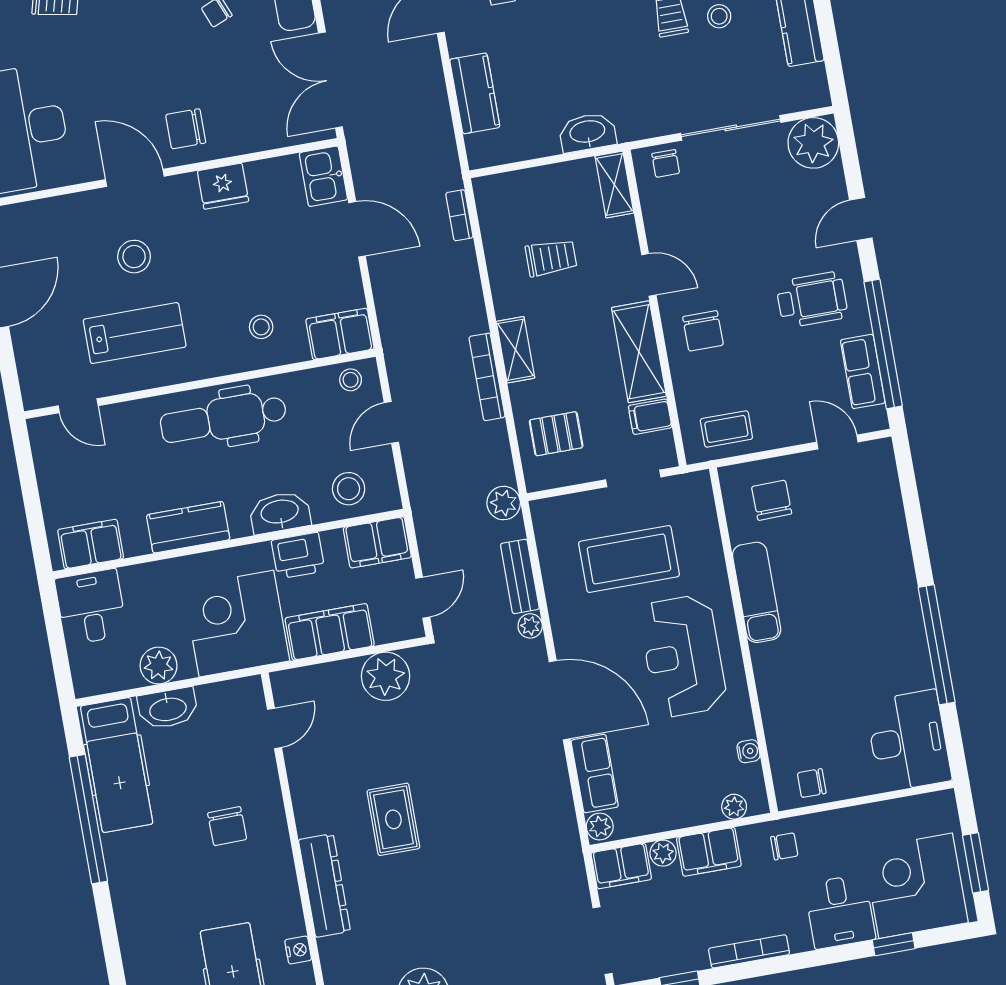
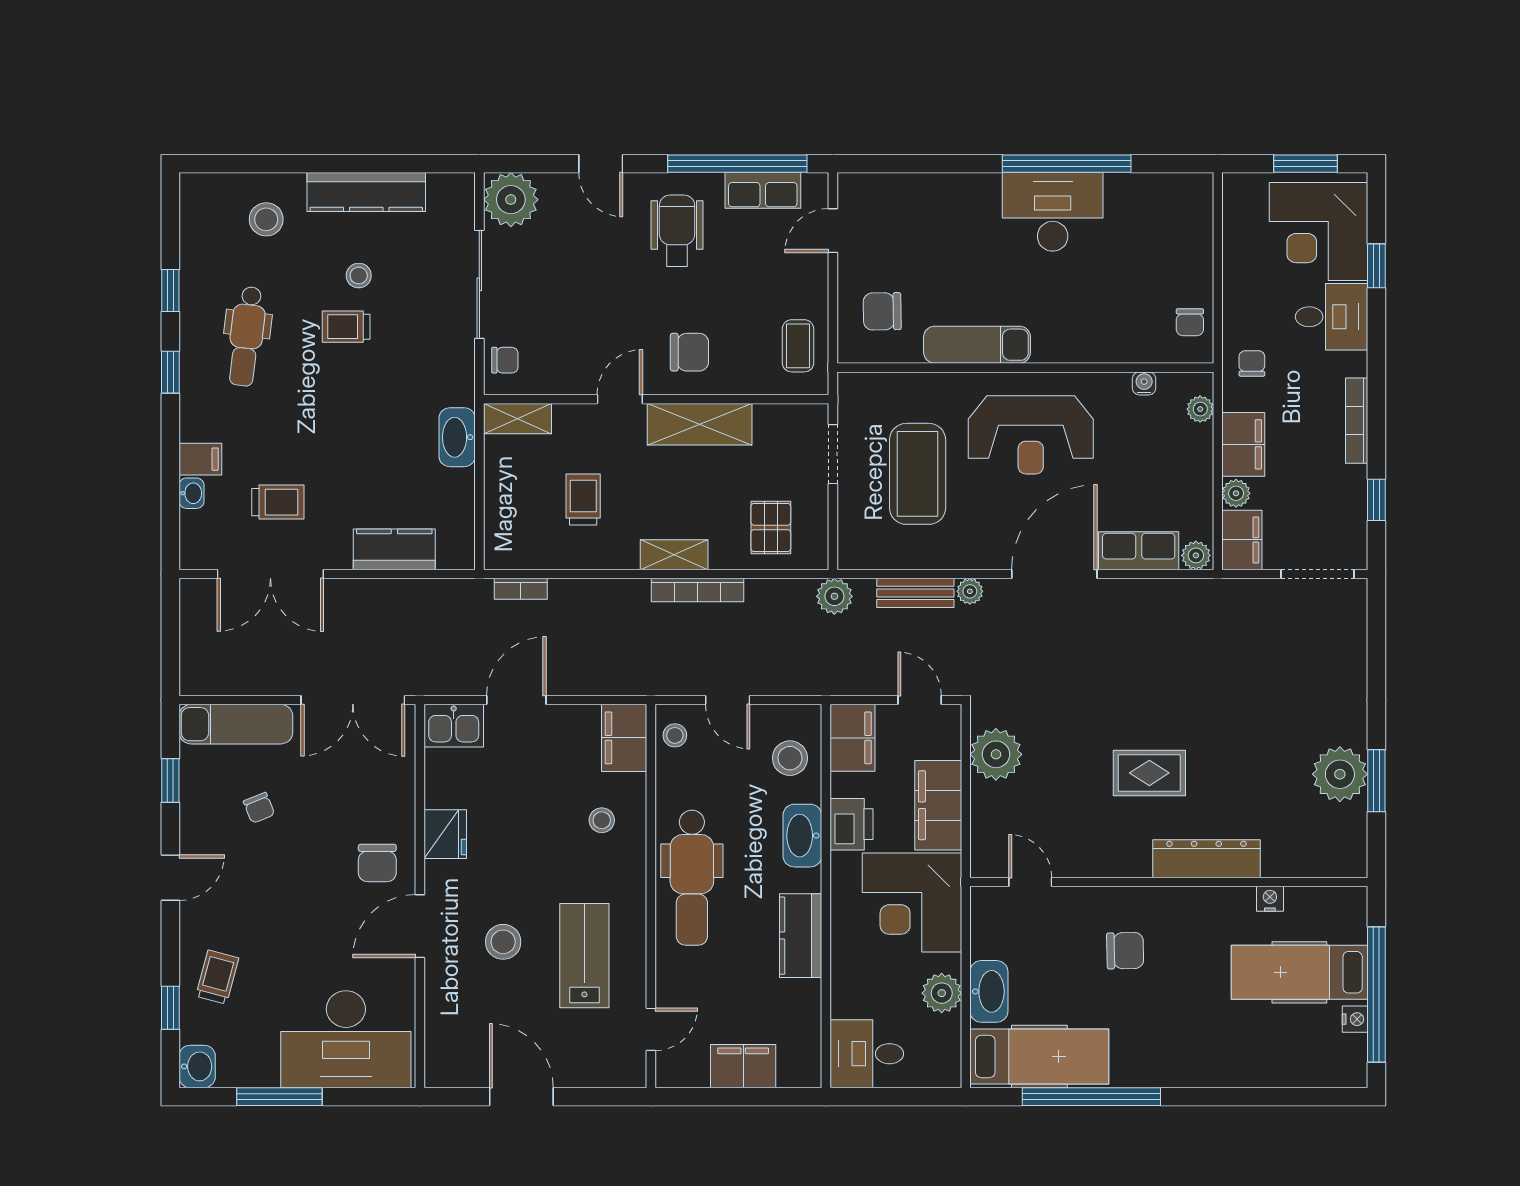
filing cabinet: (650, 417) -> (771, 425), removed
filing cabinet: (91, 544) -> (743, 1066), moved, turned 90
desk: (908, 741) -> (1053, 212), moved

